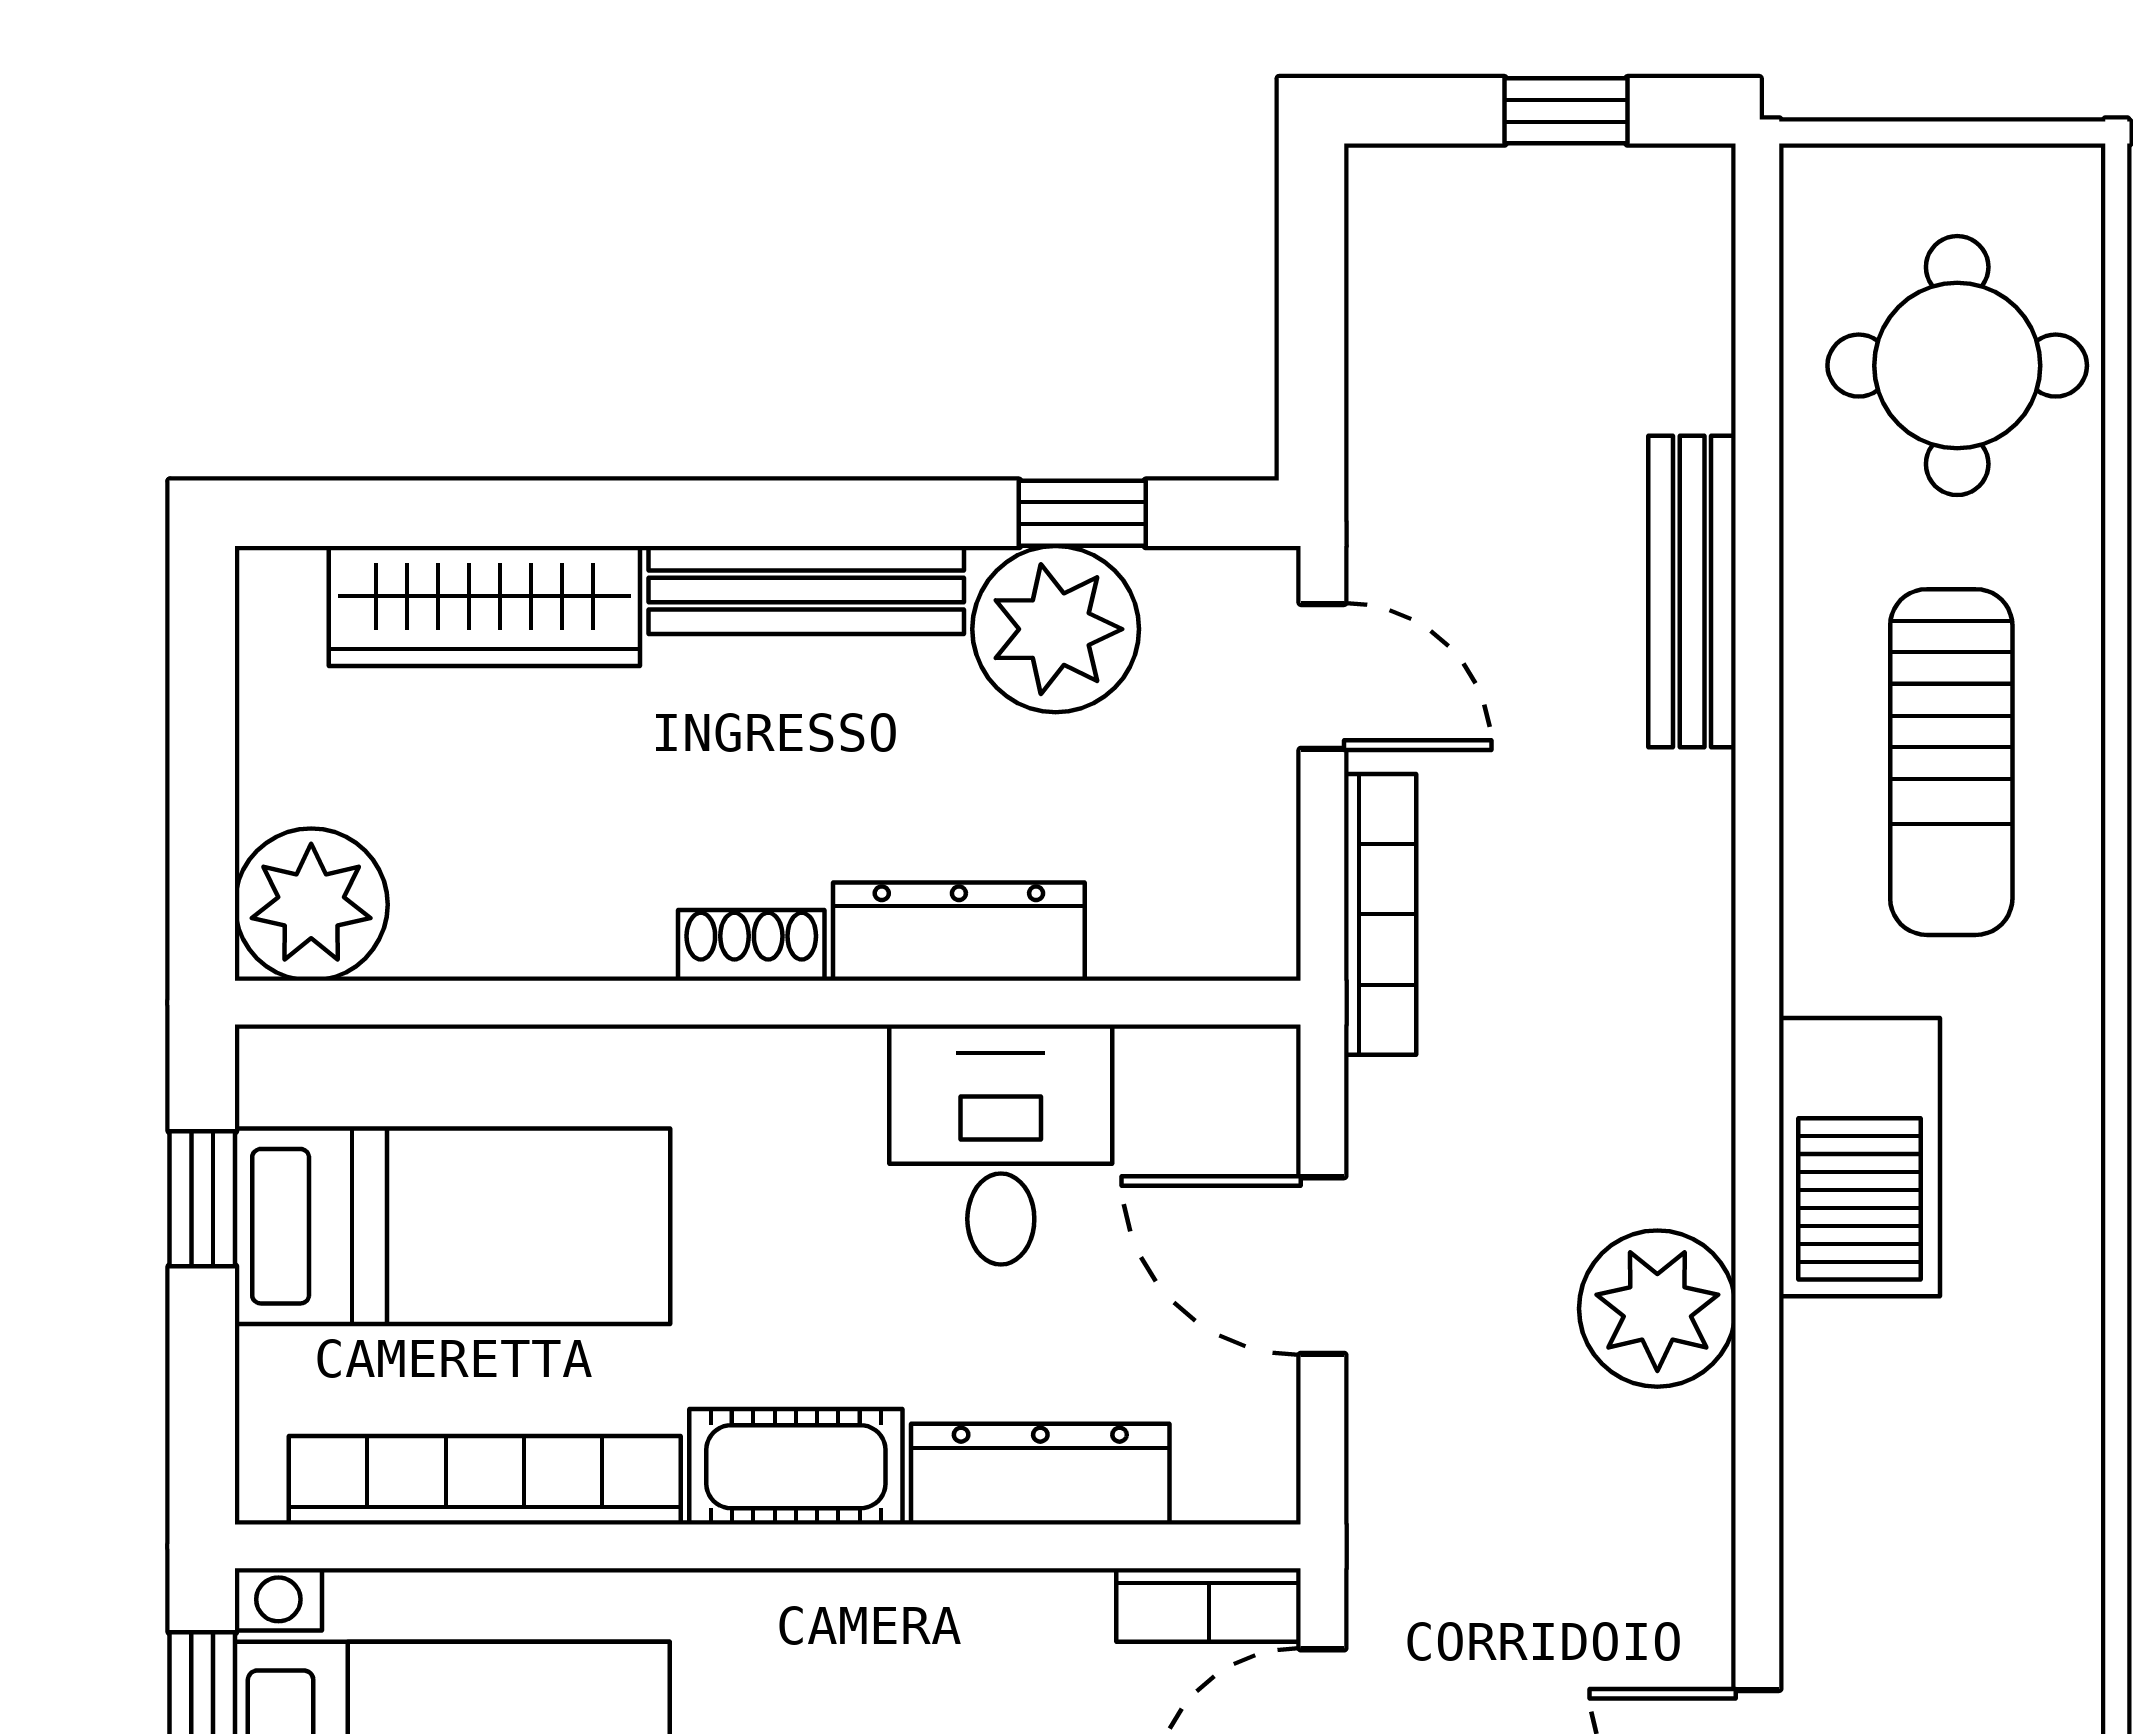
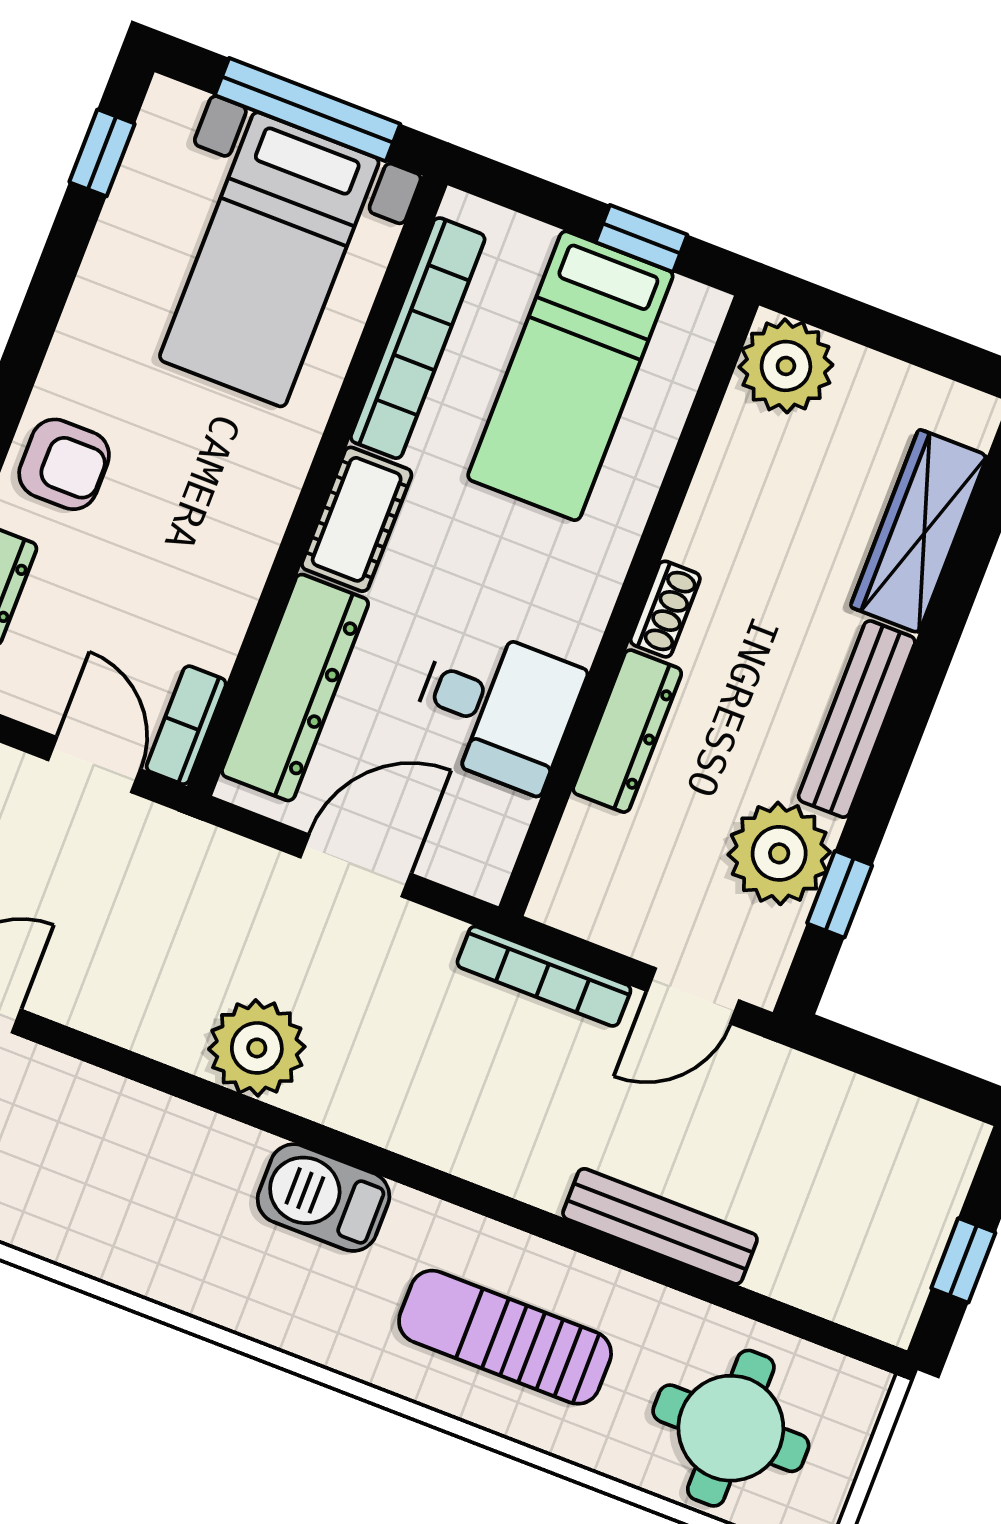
barbecue: (1860, 1157) -> (323, 1198), width x0.73, depth x0.83
dresser: (1040, 1474) -> (295, 688), width x1.37, depth x1.24

